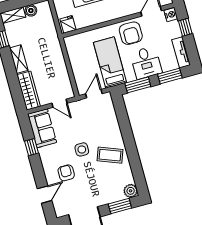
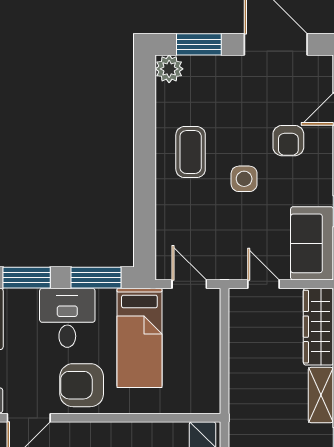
armchair: (131, 33) -> (82, 385), turned -90
door: (94, 94) -> (189, 284), swing flipped
coffee table: (110, 155) -> (191, 152), turned 69

